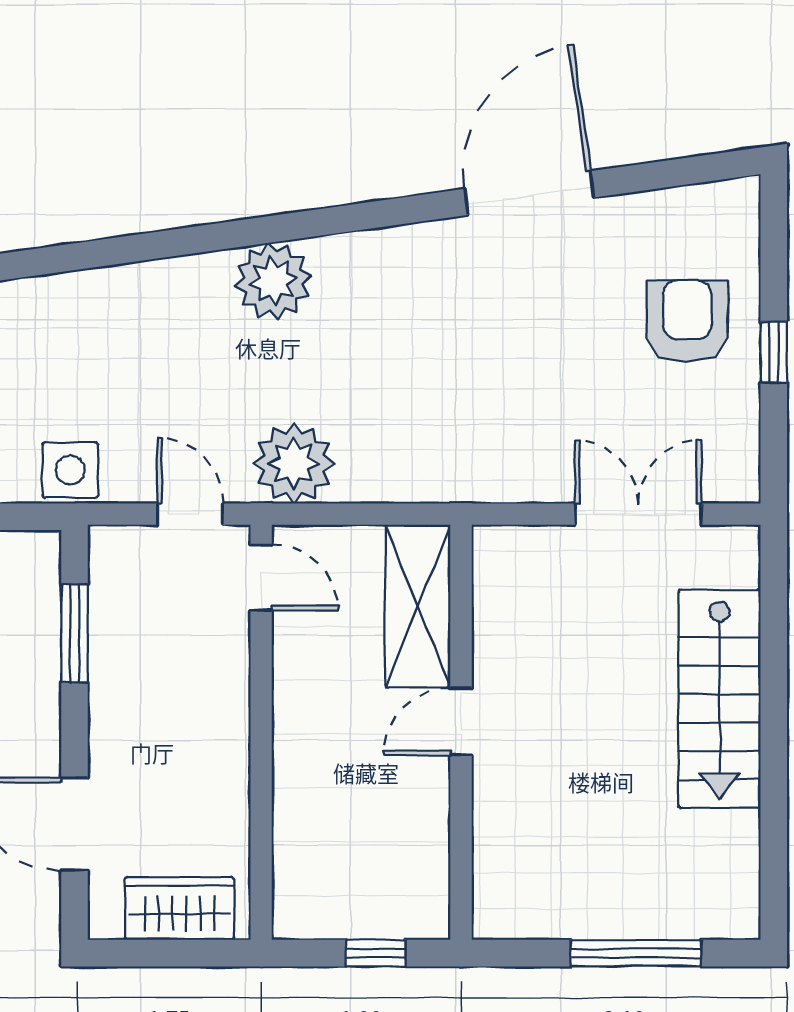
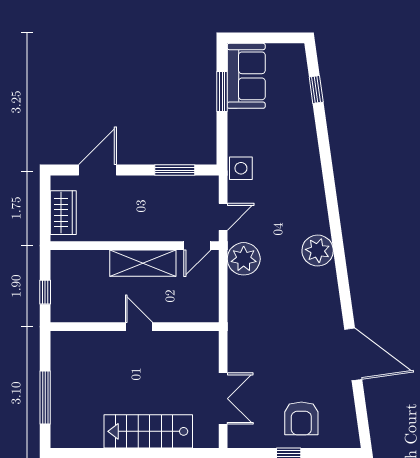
armchair: (687, 321) -> (301, 418), turned 90
shelving: (418, 606) -> (143, 263), moved

